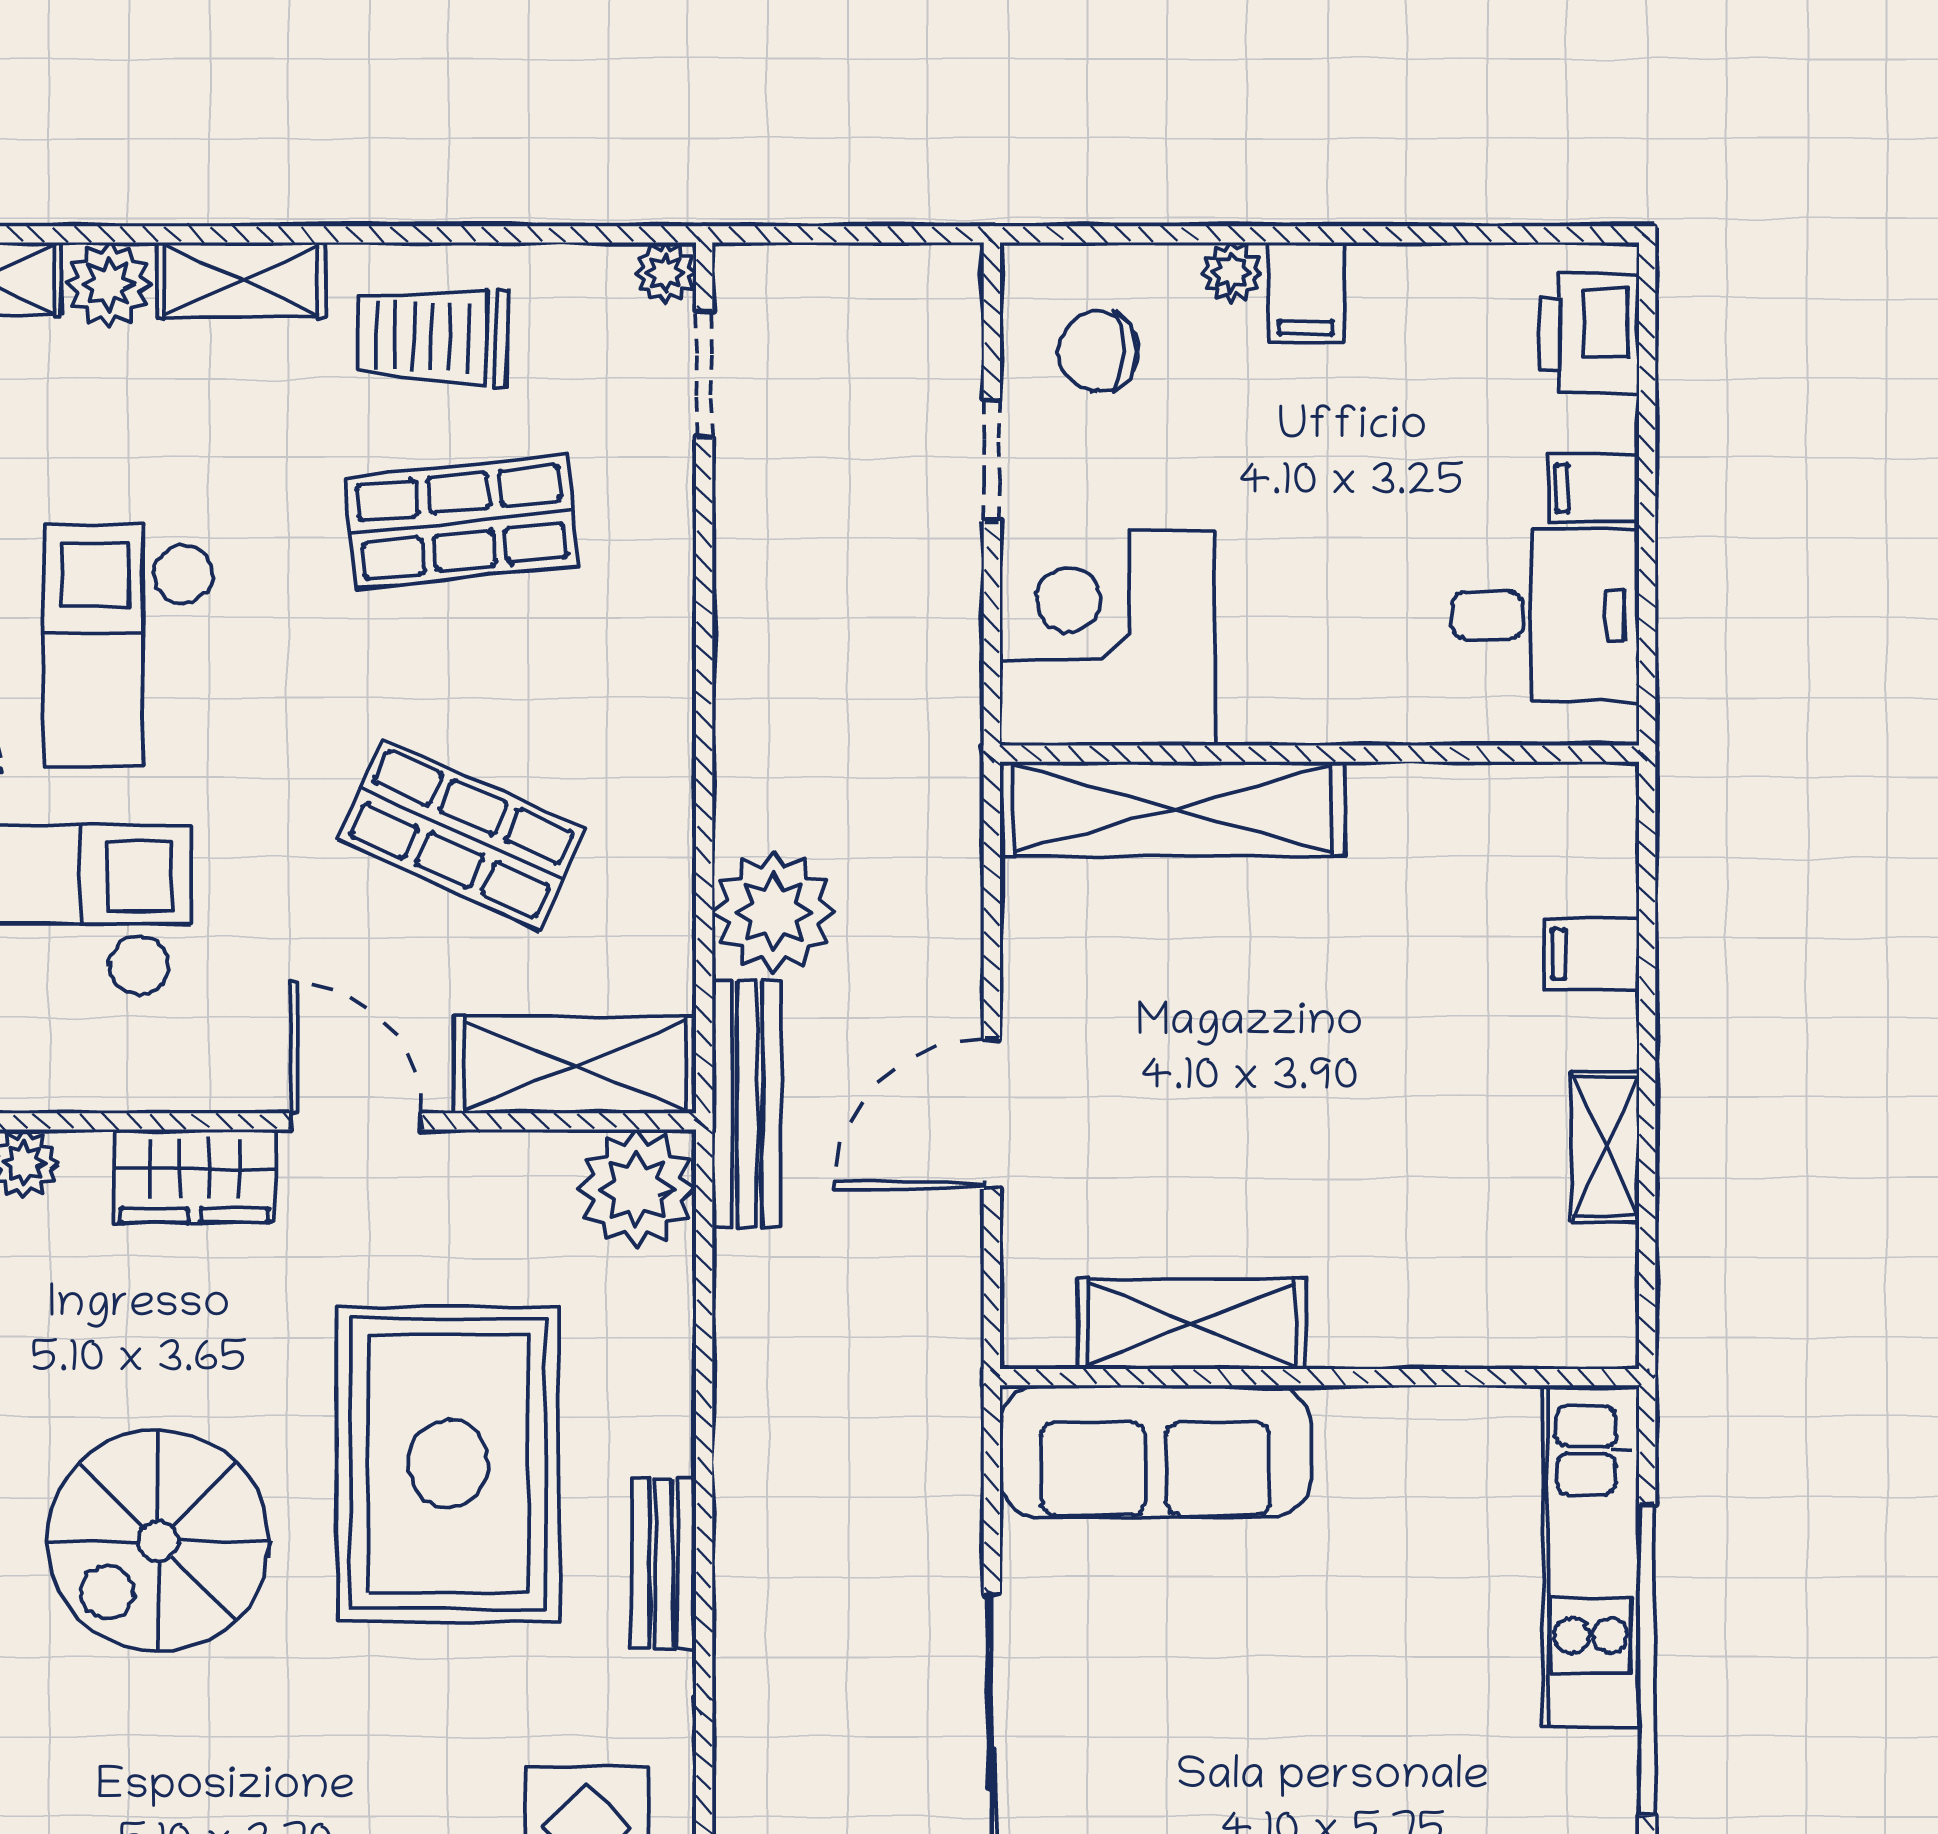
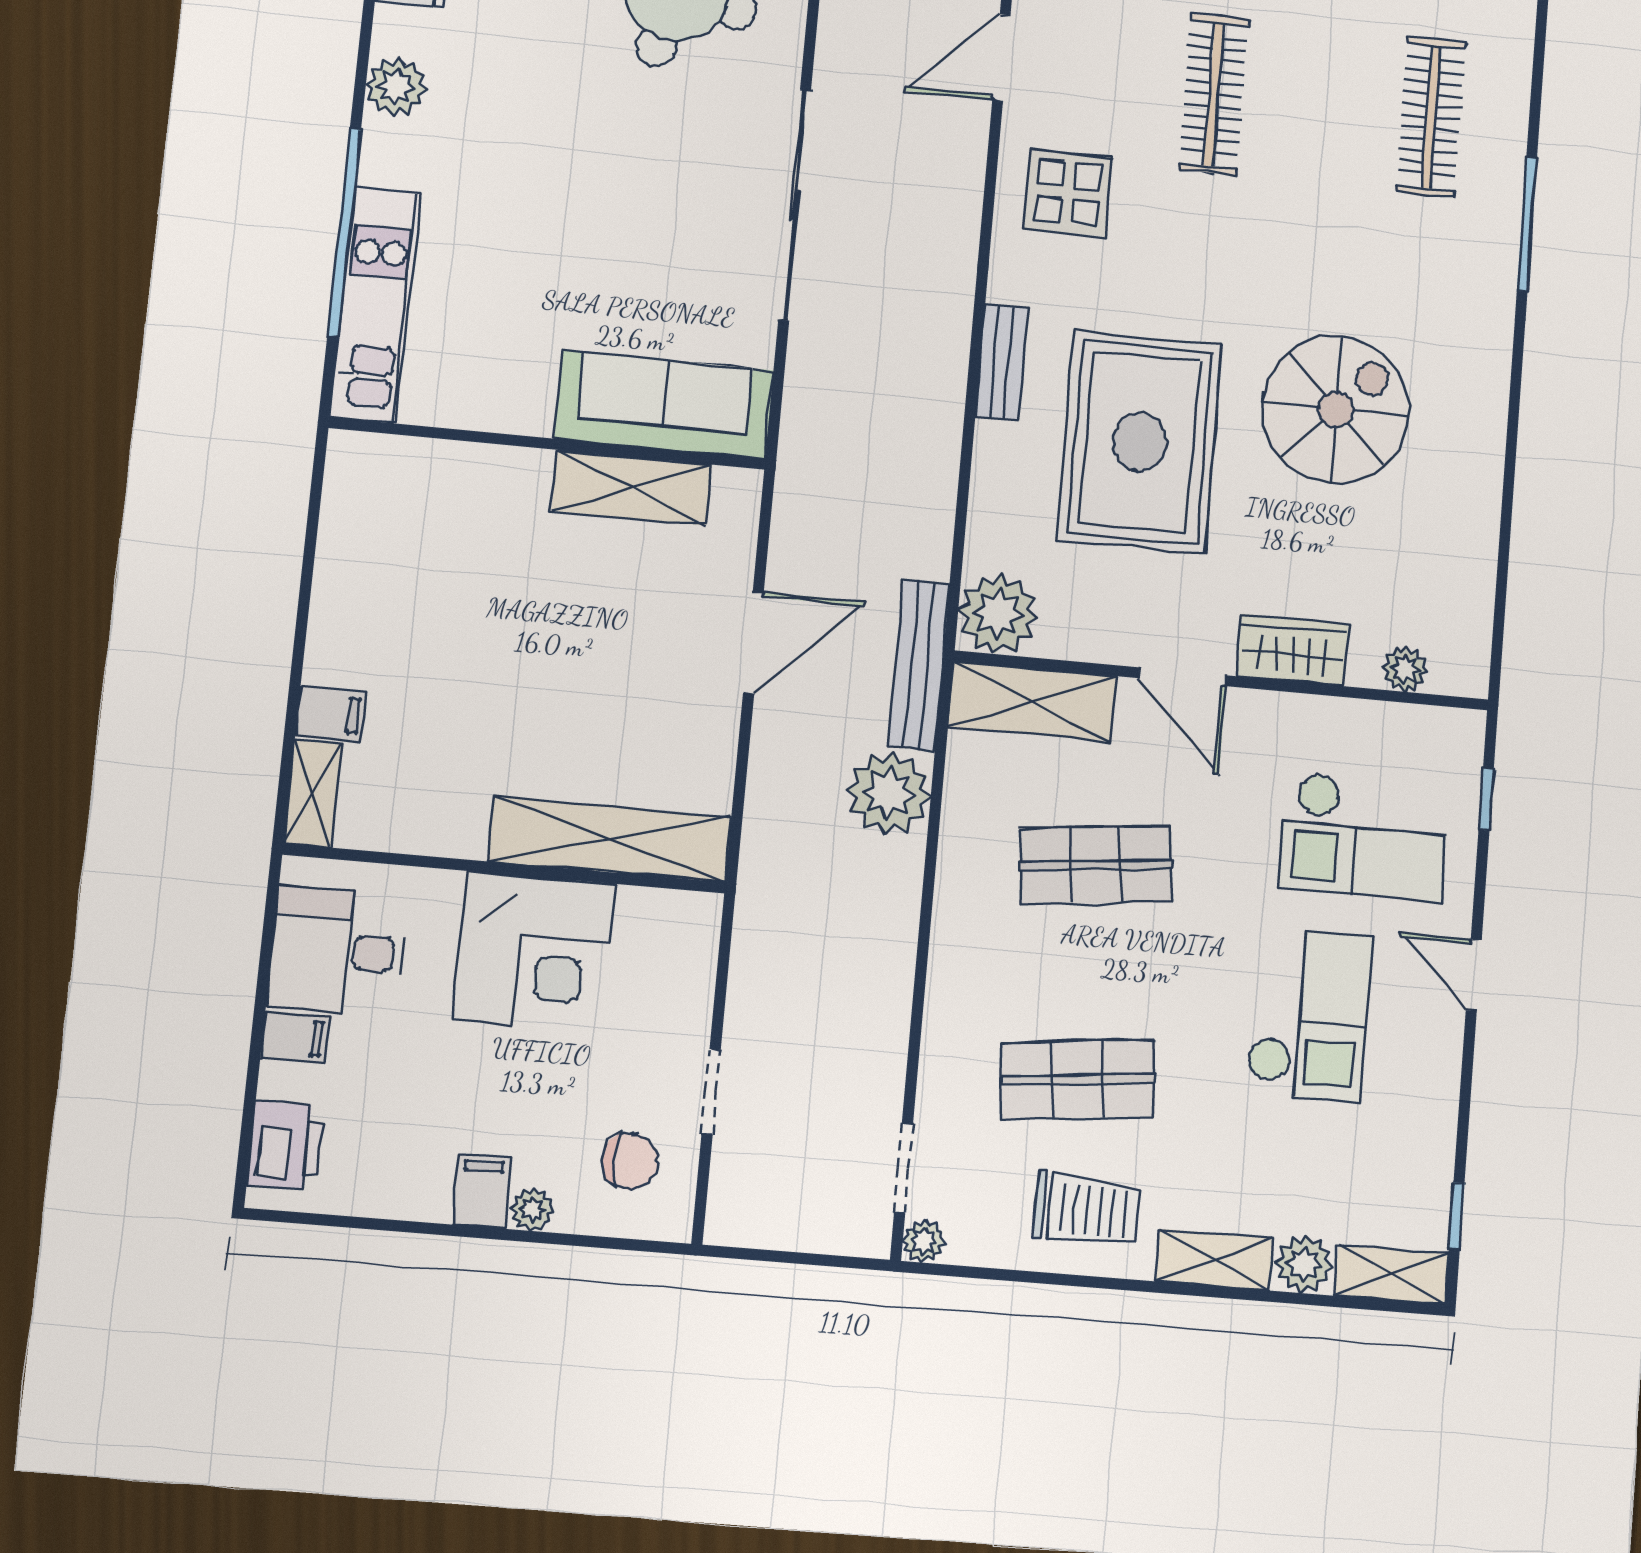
corner desk: (1107, 638) -> (534, 952), moved
shop shelf: (462, 834) -> (1096, 865), turned -30
shelving: (1605, 1147) -> (313, 794), moved

